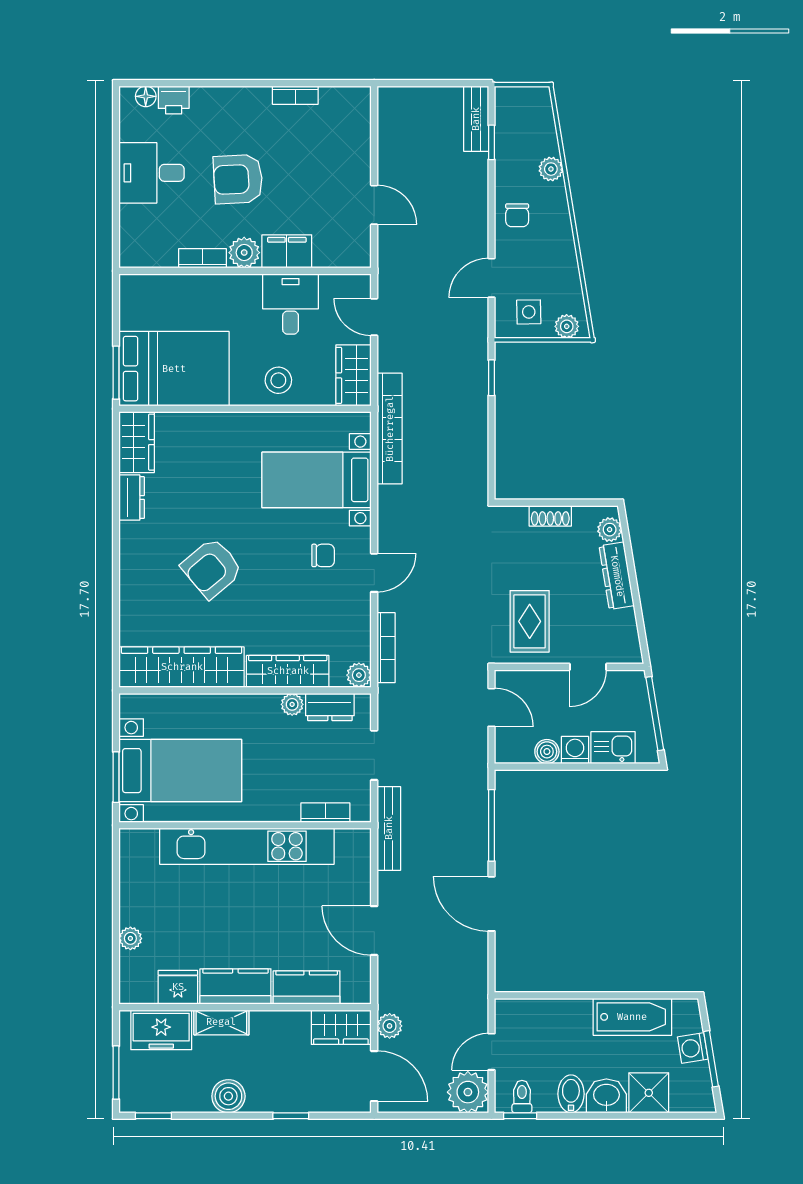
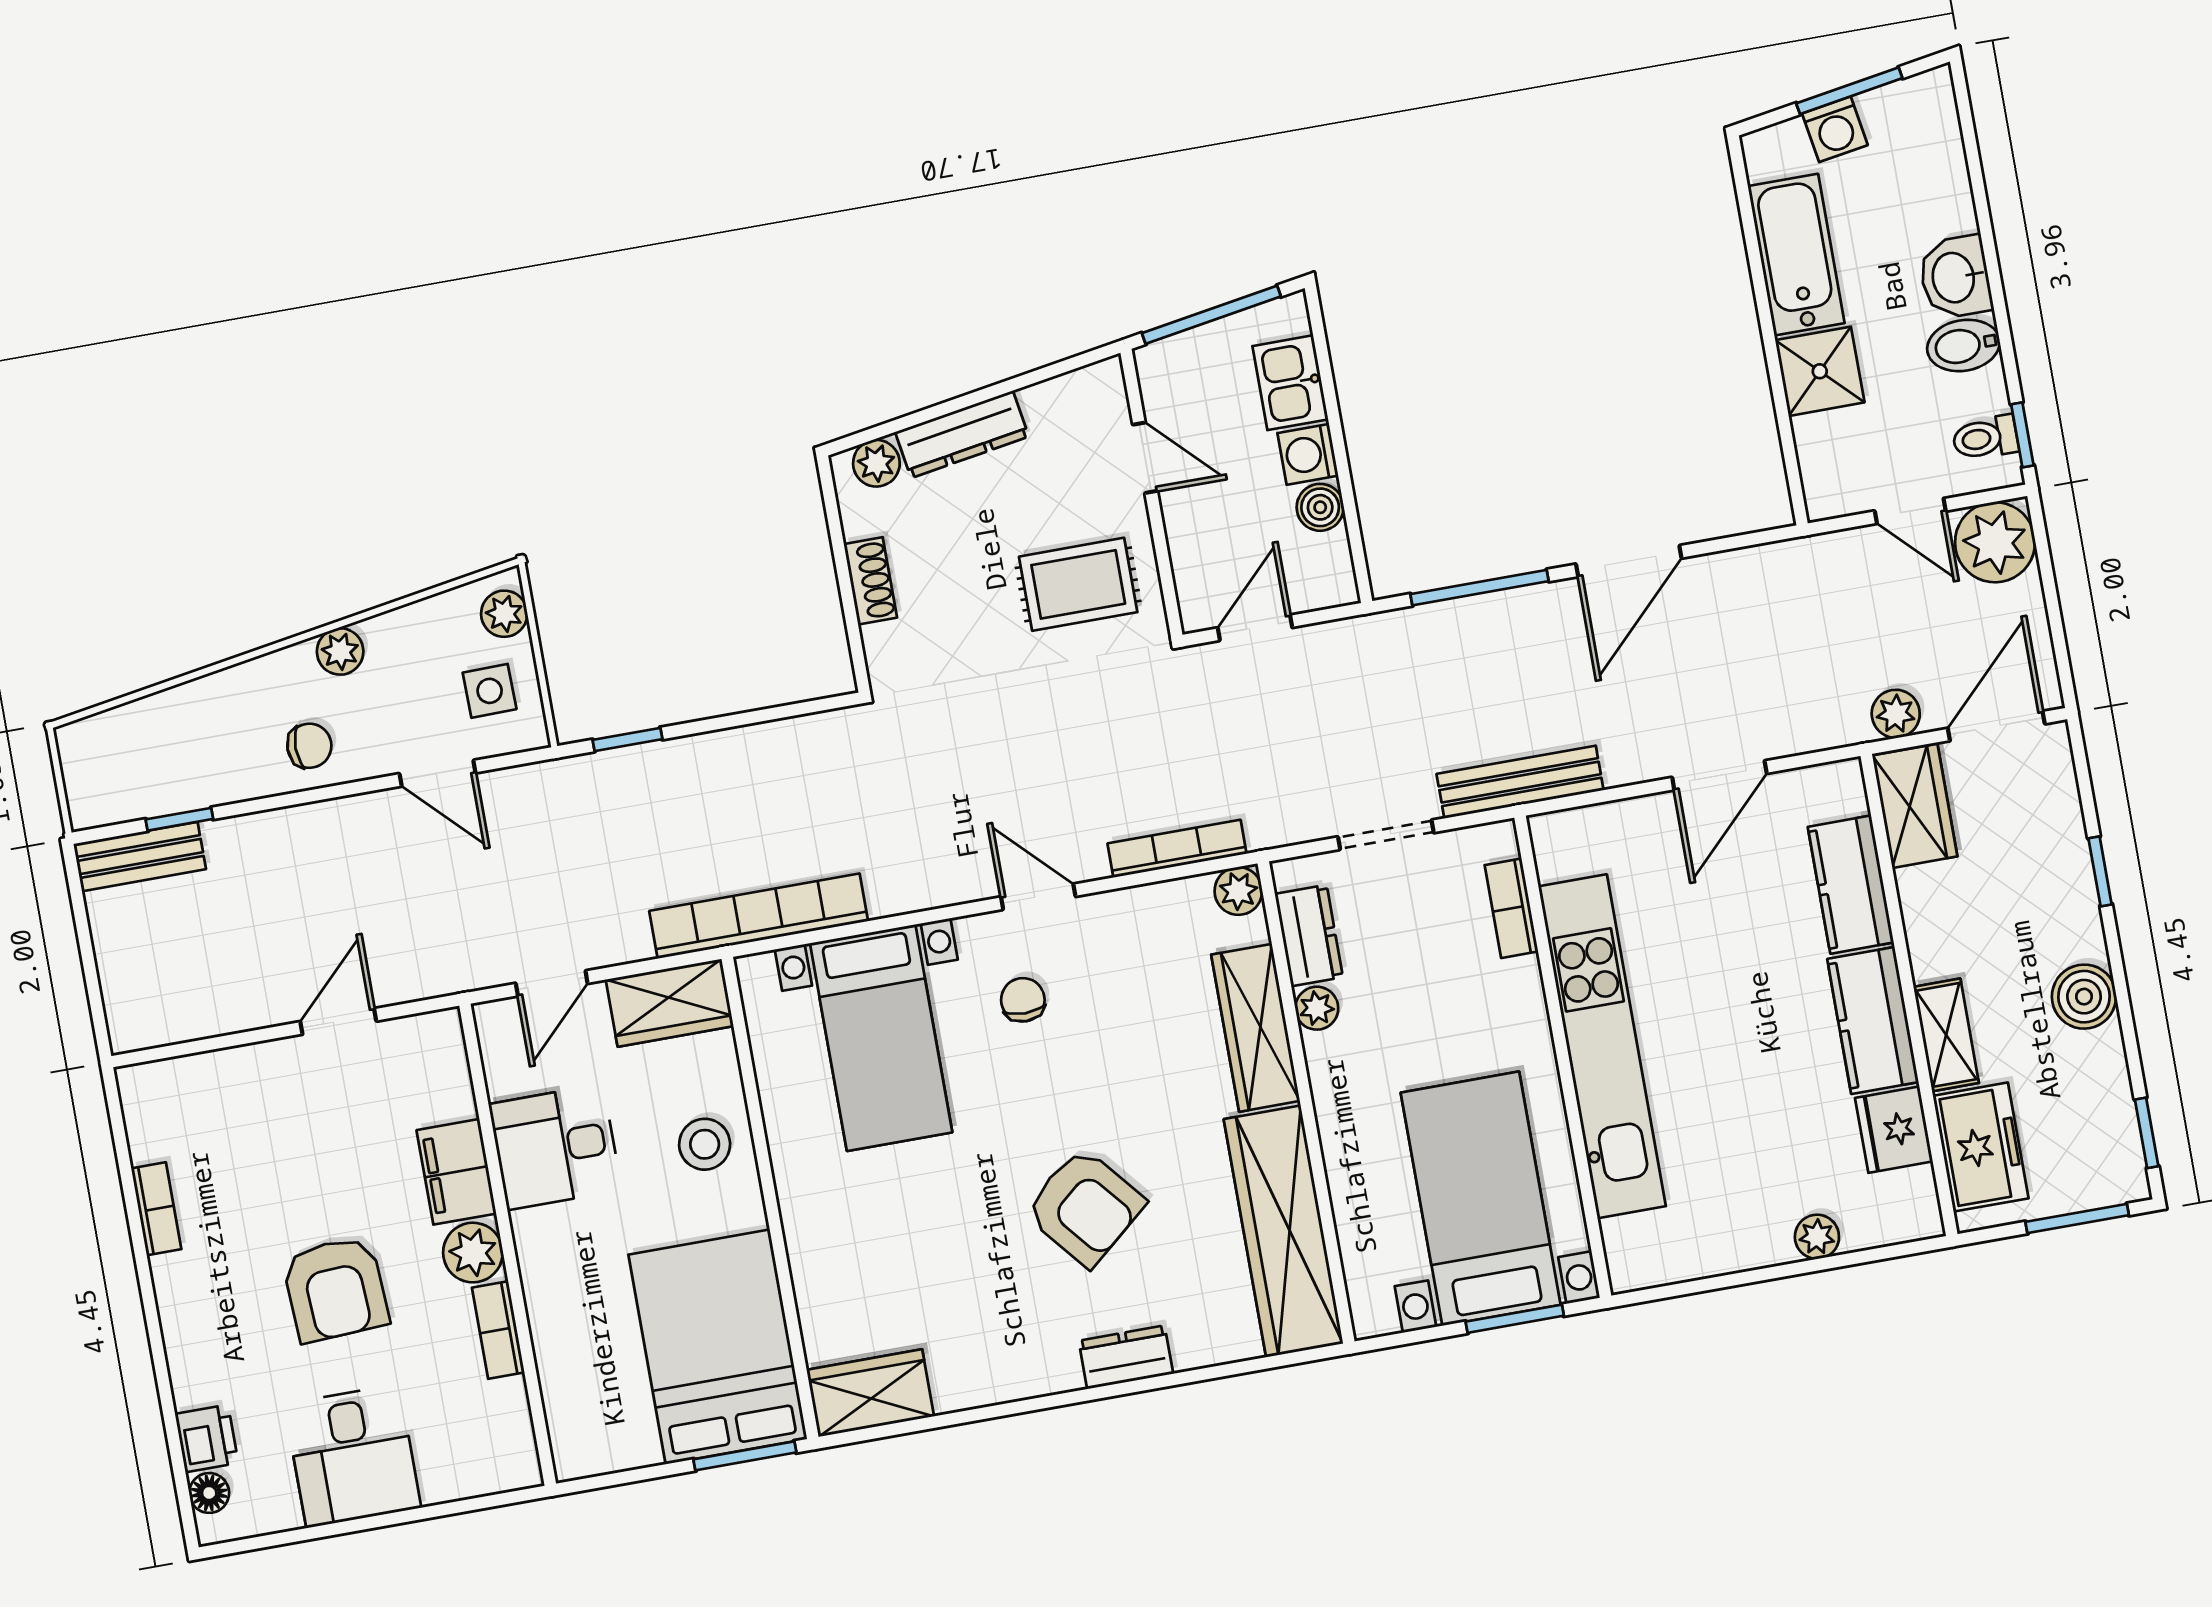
plant: (551, 169) -> (340, 651), moved
dresser: (132, 498) -> (1126, 1357), moved
shower: (649, 1093) -> (1820, 371), moved

